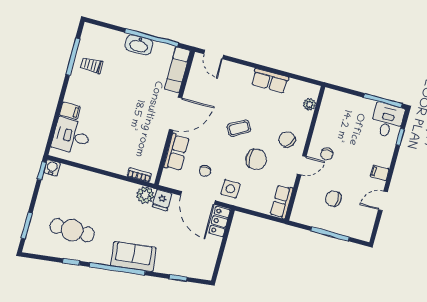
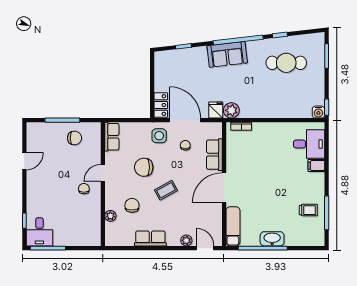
plant: (232, 68) -> (186, 240), added
plant: (310, 104) -> (110, 216), moved
chair: (287, 140) -> (132, 205), moved, turned -122
filing cabinet: (380, 173) -> (34, 185), removed
chair: (333, 199) -> (75, 138), moved

